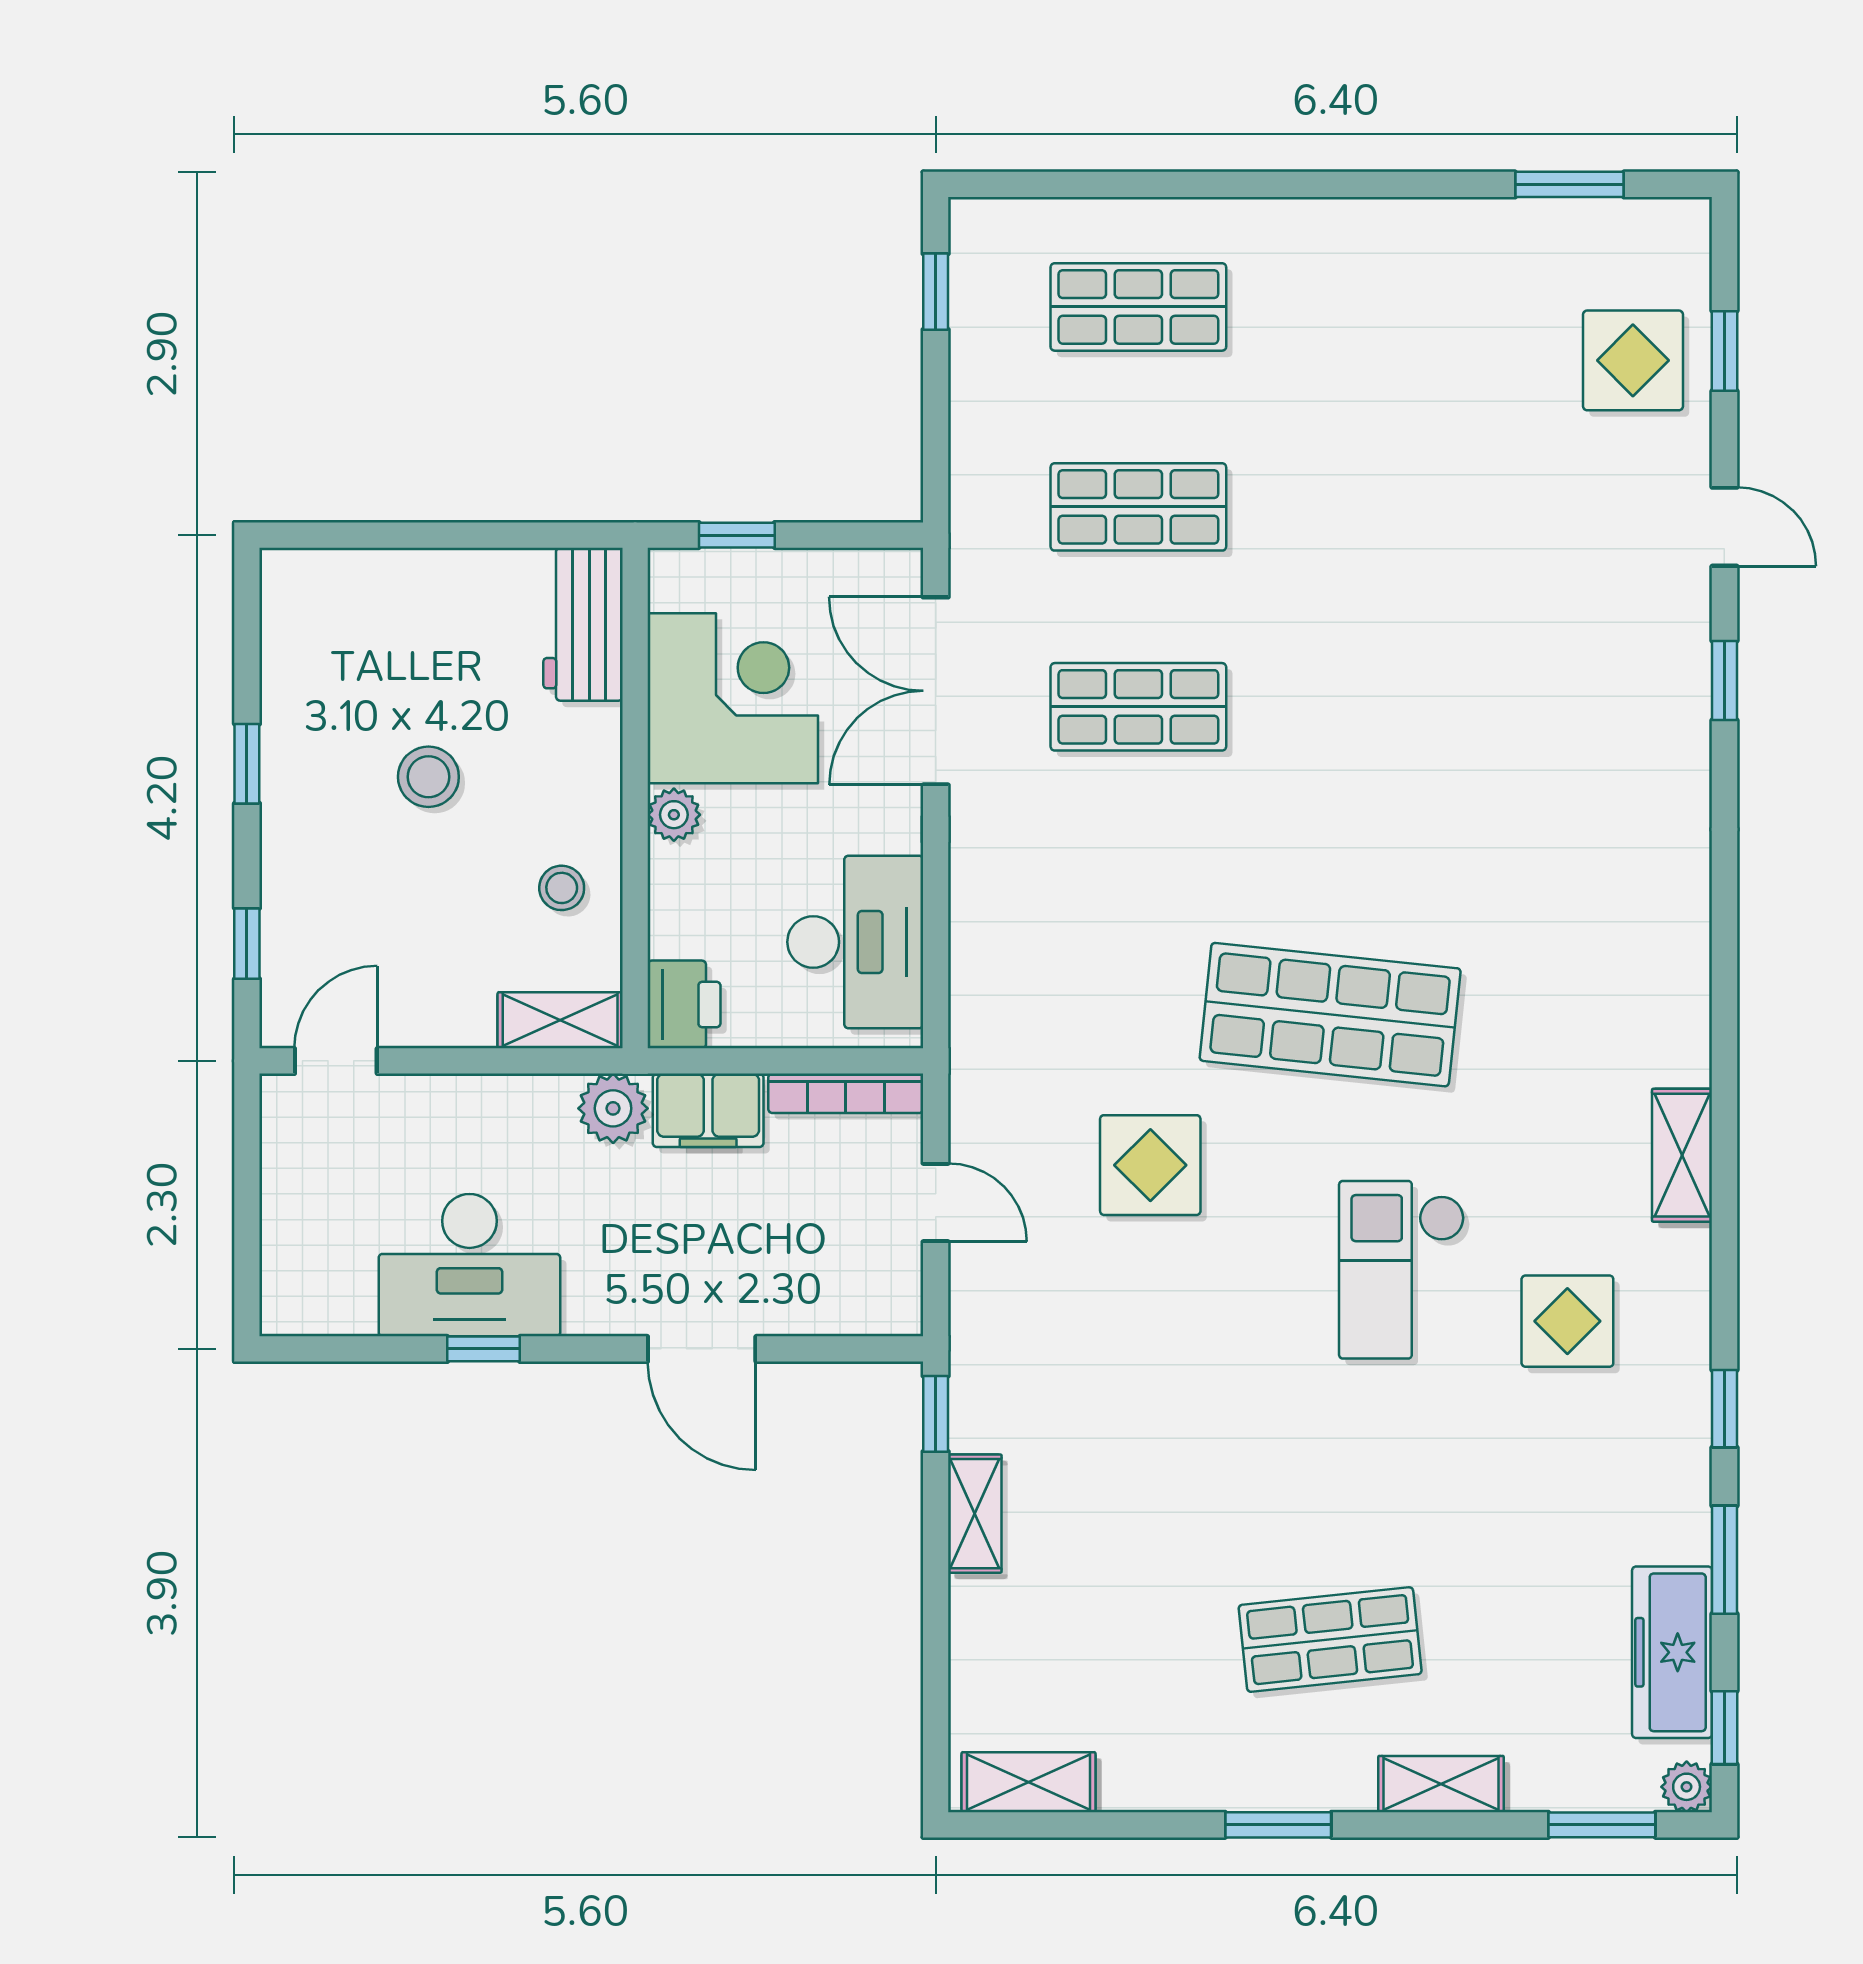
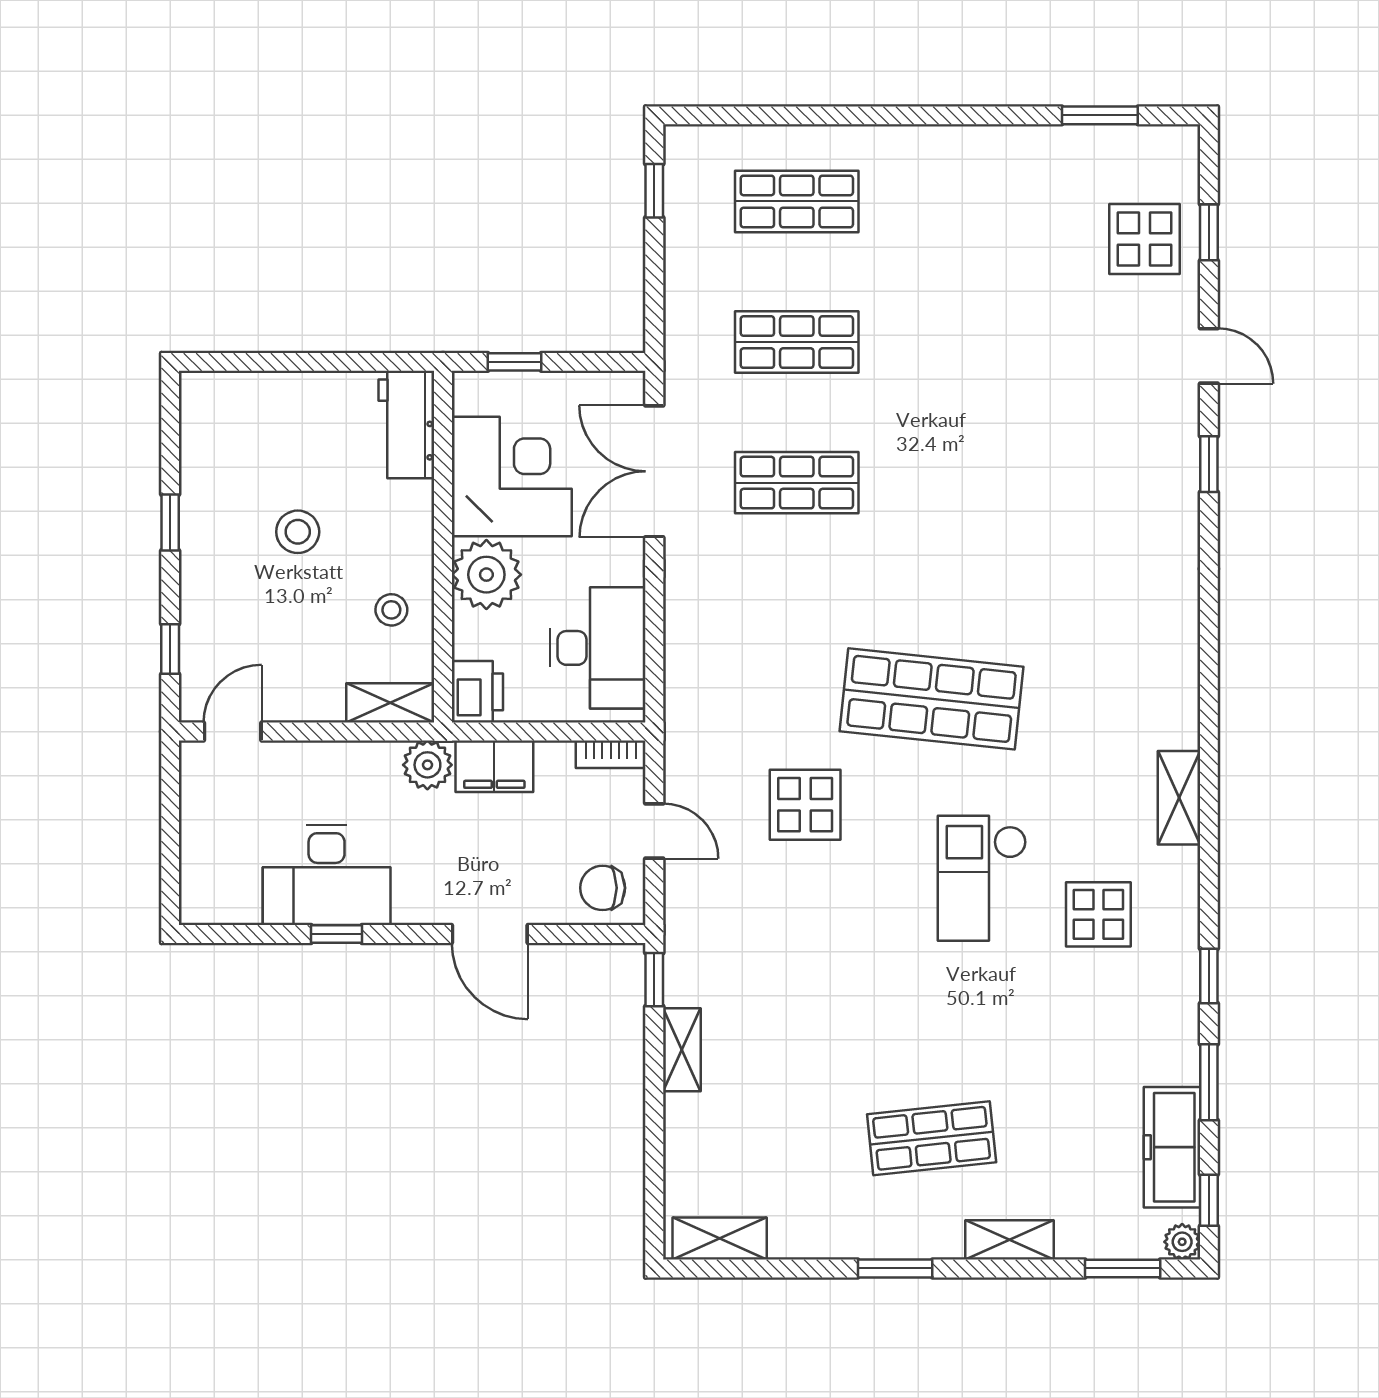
plant: (674, 815) -> (486, 575), width x1.87, depth x1.87
bookcase: (846, 1093) -> (611, 754), width x0.64
chair: (862, 1283) -> (603, 888), added

